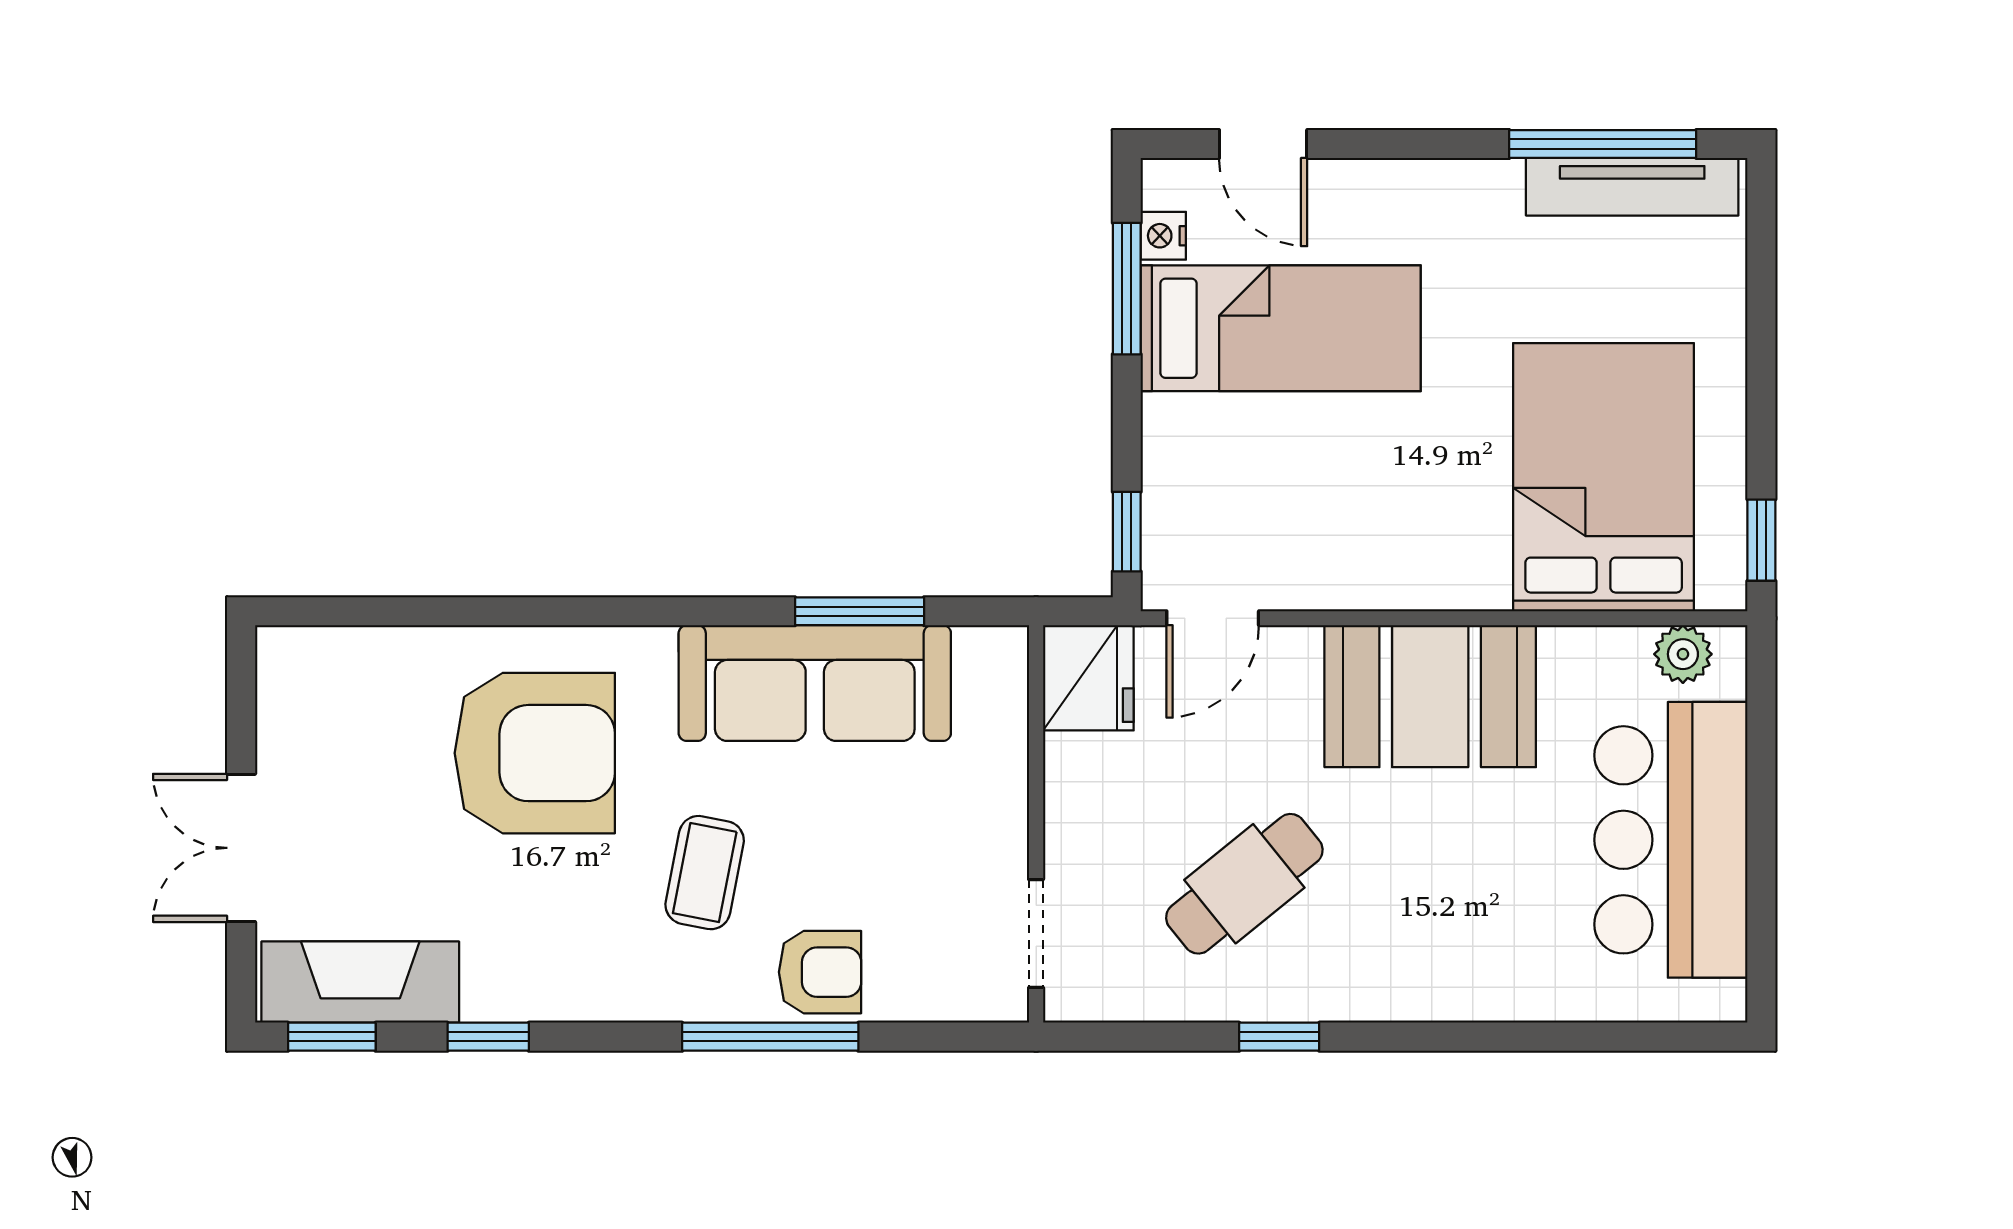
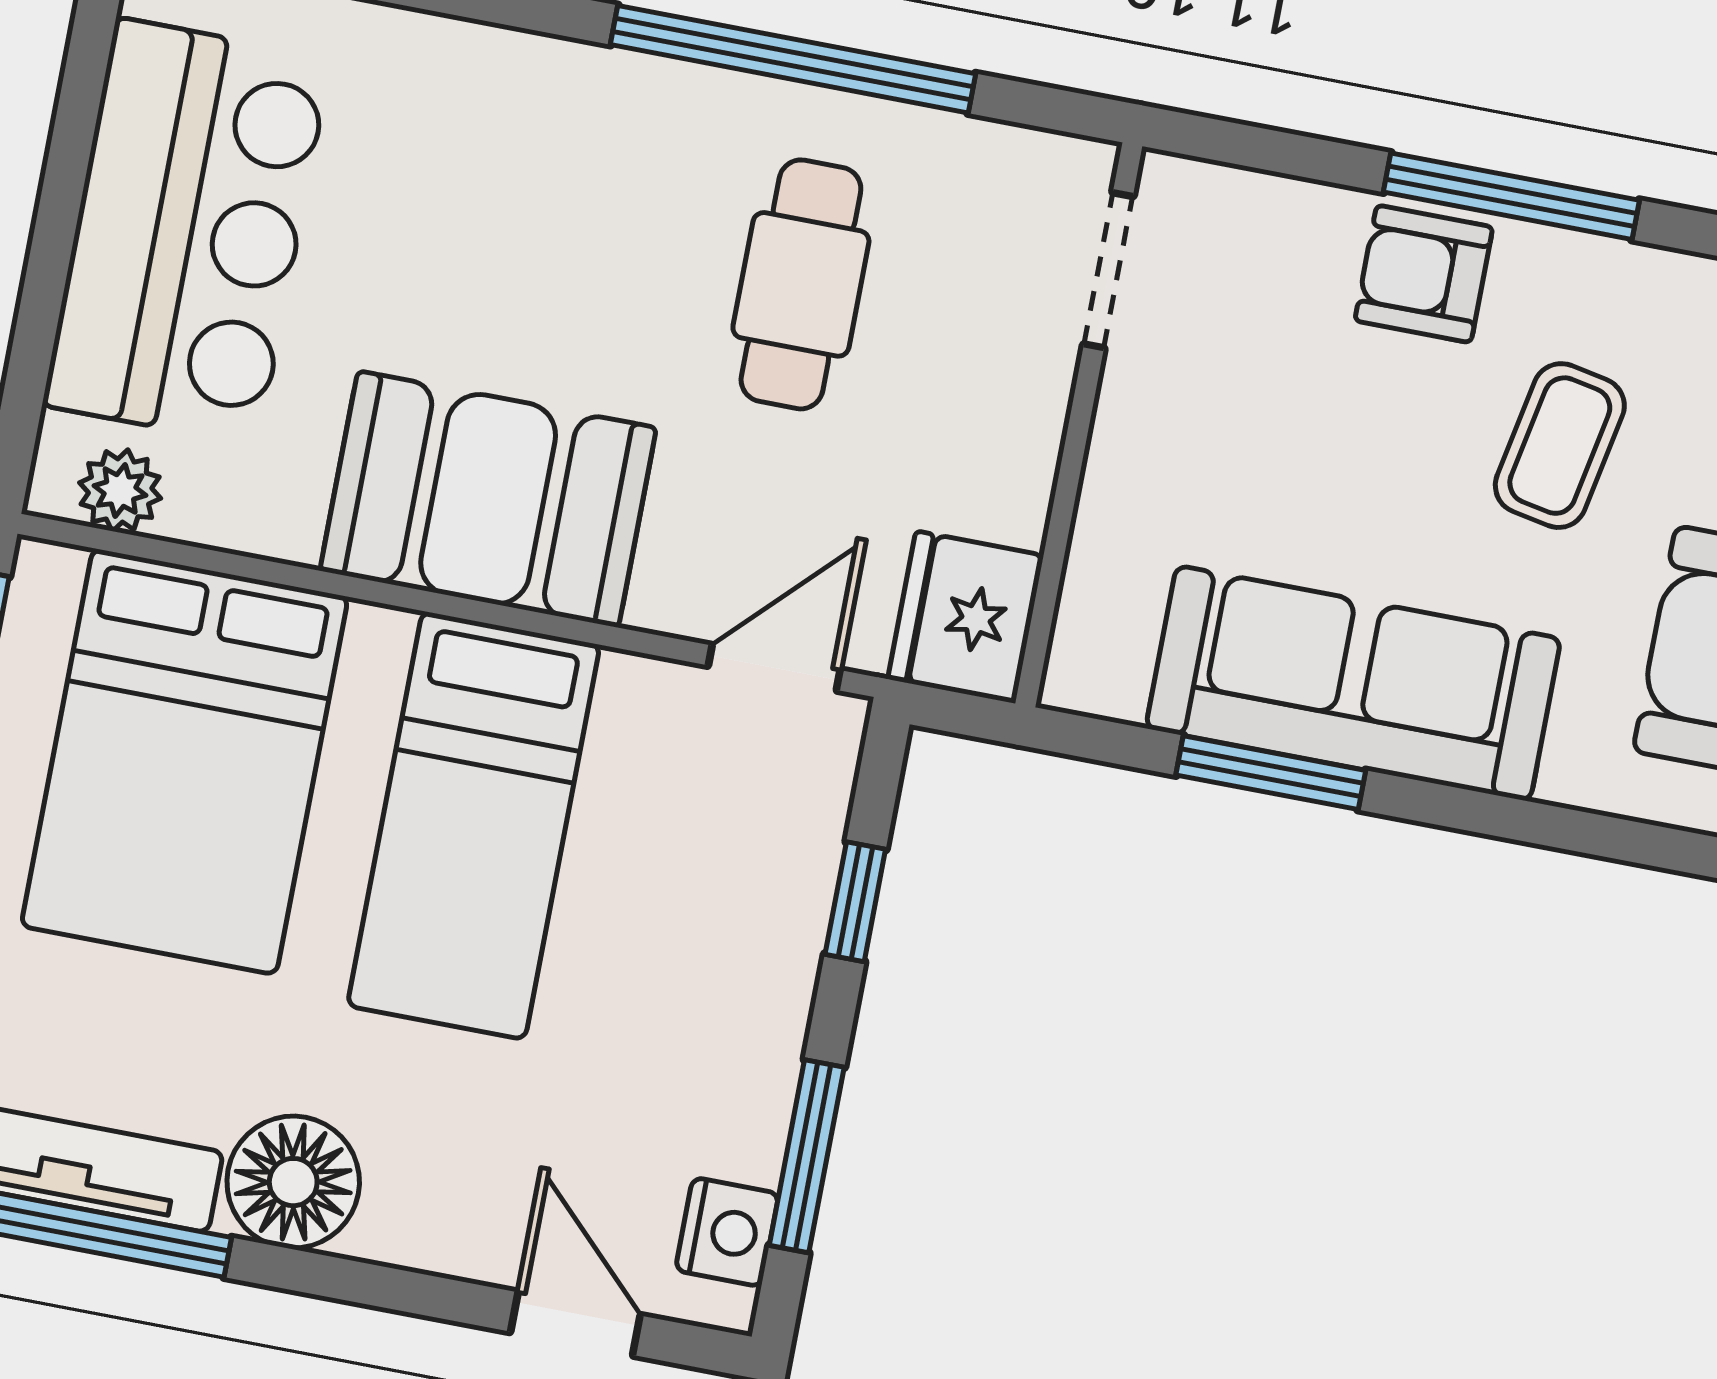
floor lamp: (1474, 204) -> (293, 1182), added
nightstand: (1163, 236) -> (727, 1232), width x1.39, depth x1.35
bed: (1281, 328) -> (474, 825), moved, turned -90
window: (1127, 532) -> (855, 902), moved
cafe table: (1244, 884) -> (801, 284), turned -51
window: (1279, 1037) -> (793, 59), width x3.17

